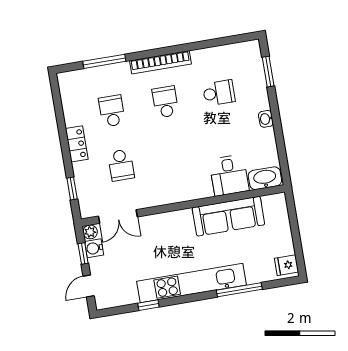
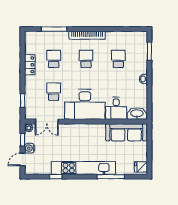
school desk: (219, 93) -> (118, 59), turned -90
locker: (77, 144) -> (30, 65), moved
school desk: (121, 165) -> (54, 92), turned 180
desk: (176, 177) -> (85, 104), added
sofa: (228, 216) -> (126, 132), moved
water cooler: (94, 248) -> (30, 148), moved

